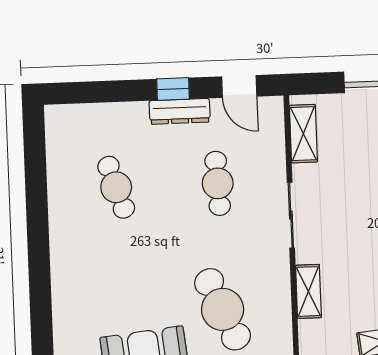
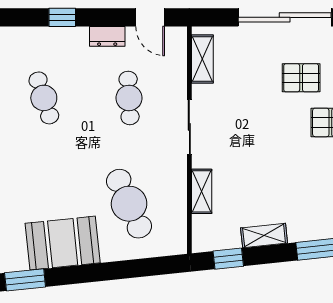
window: (173, 89) -> (62, 17), moved
dresser: (180, 111) -> (107, 36), width x0.70

